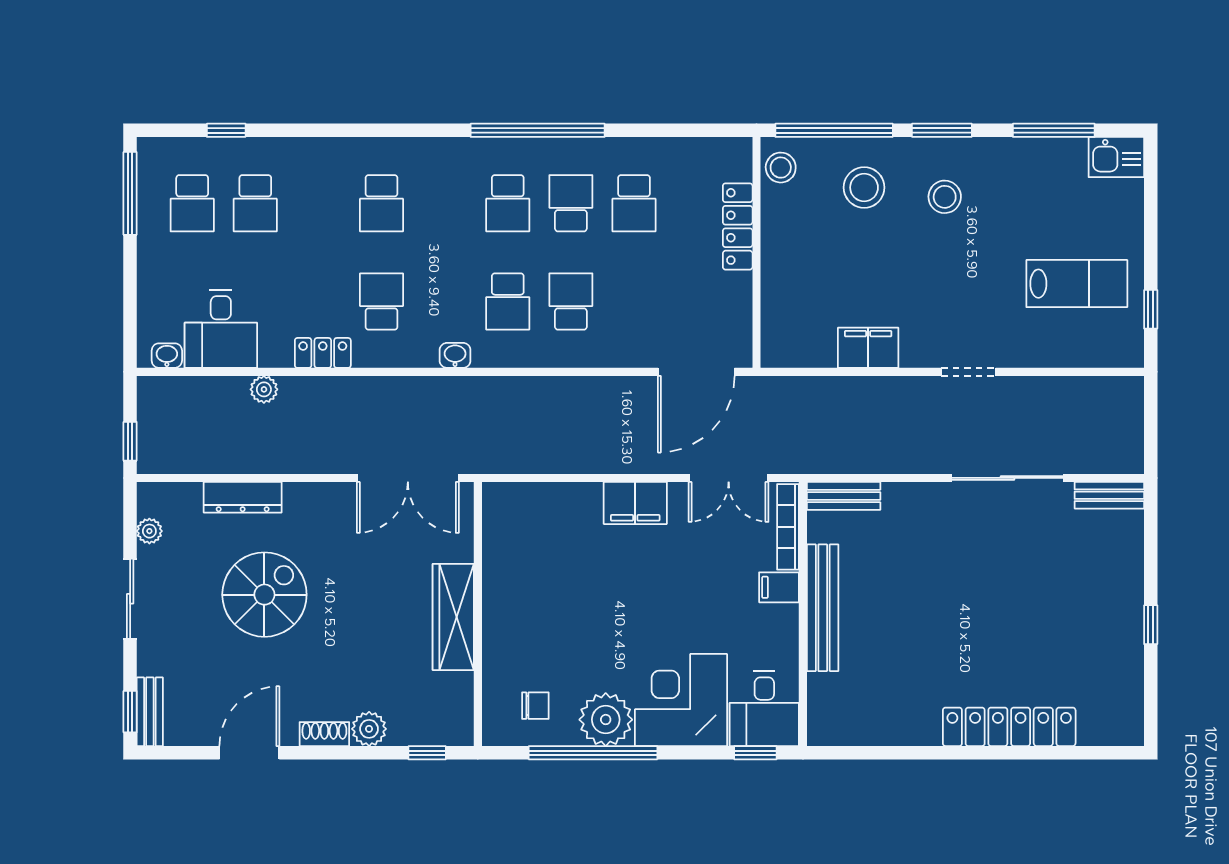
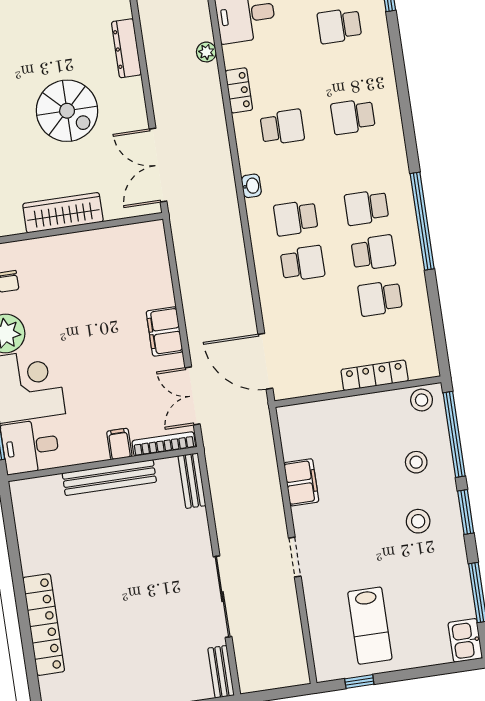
stool: (864, 187) -> (416, 462), width x0.73, depth x0.73
spiral stairs: (264, 595) -> (67, 111), moved

